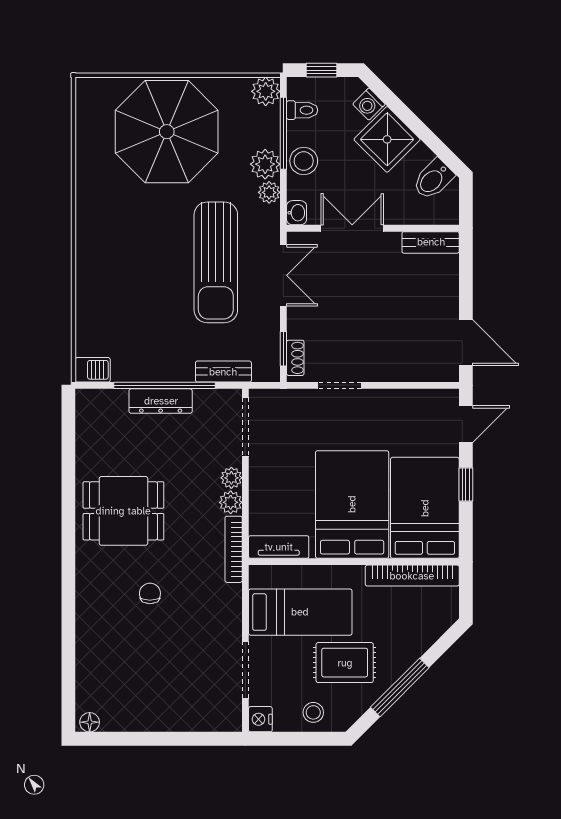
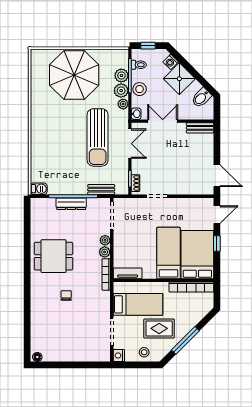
plant: (266, 91) -> (121, 76), moved
bed: (352, 504) -> (168, 253), width x0.67

